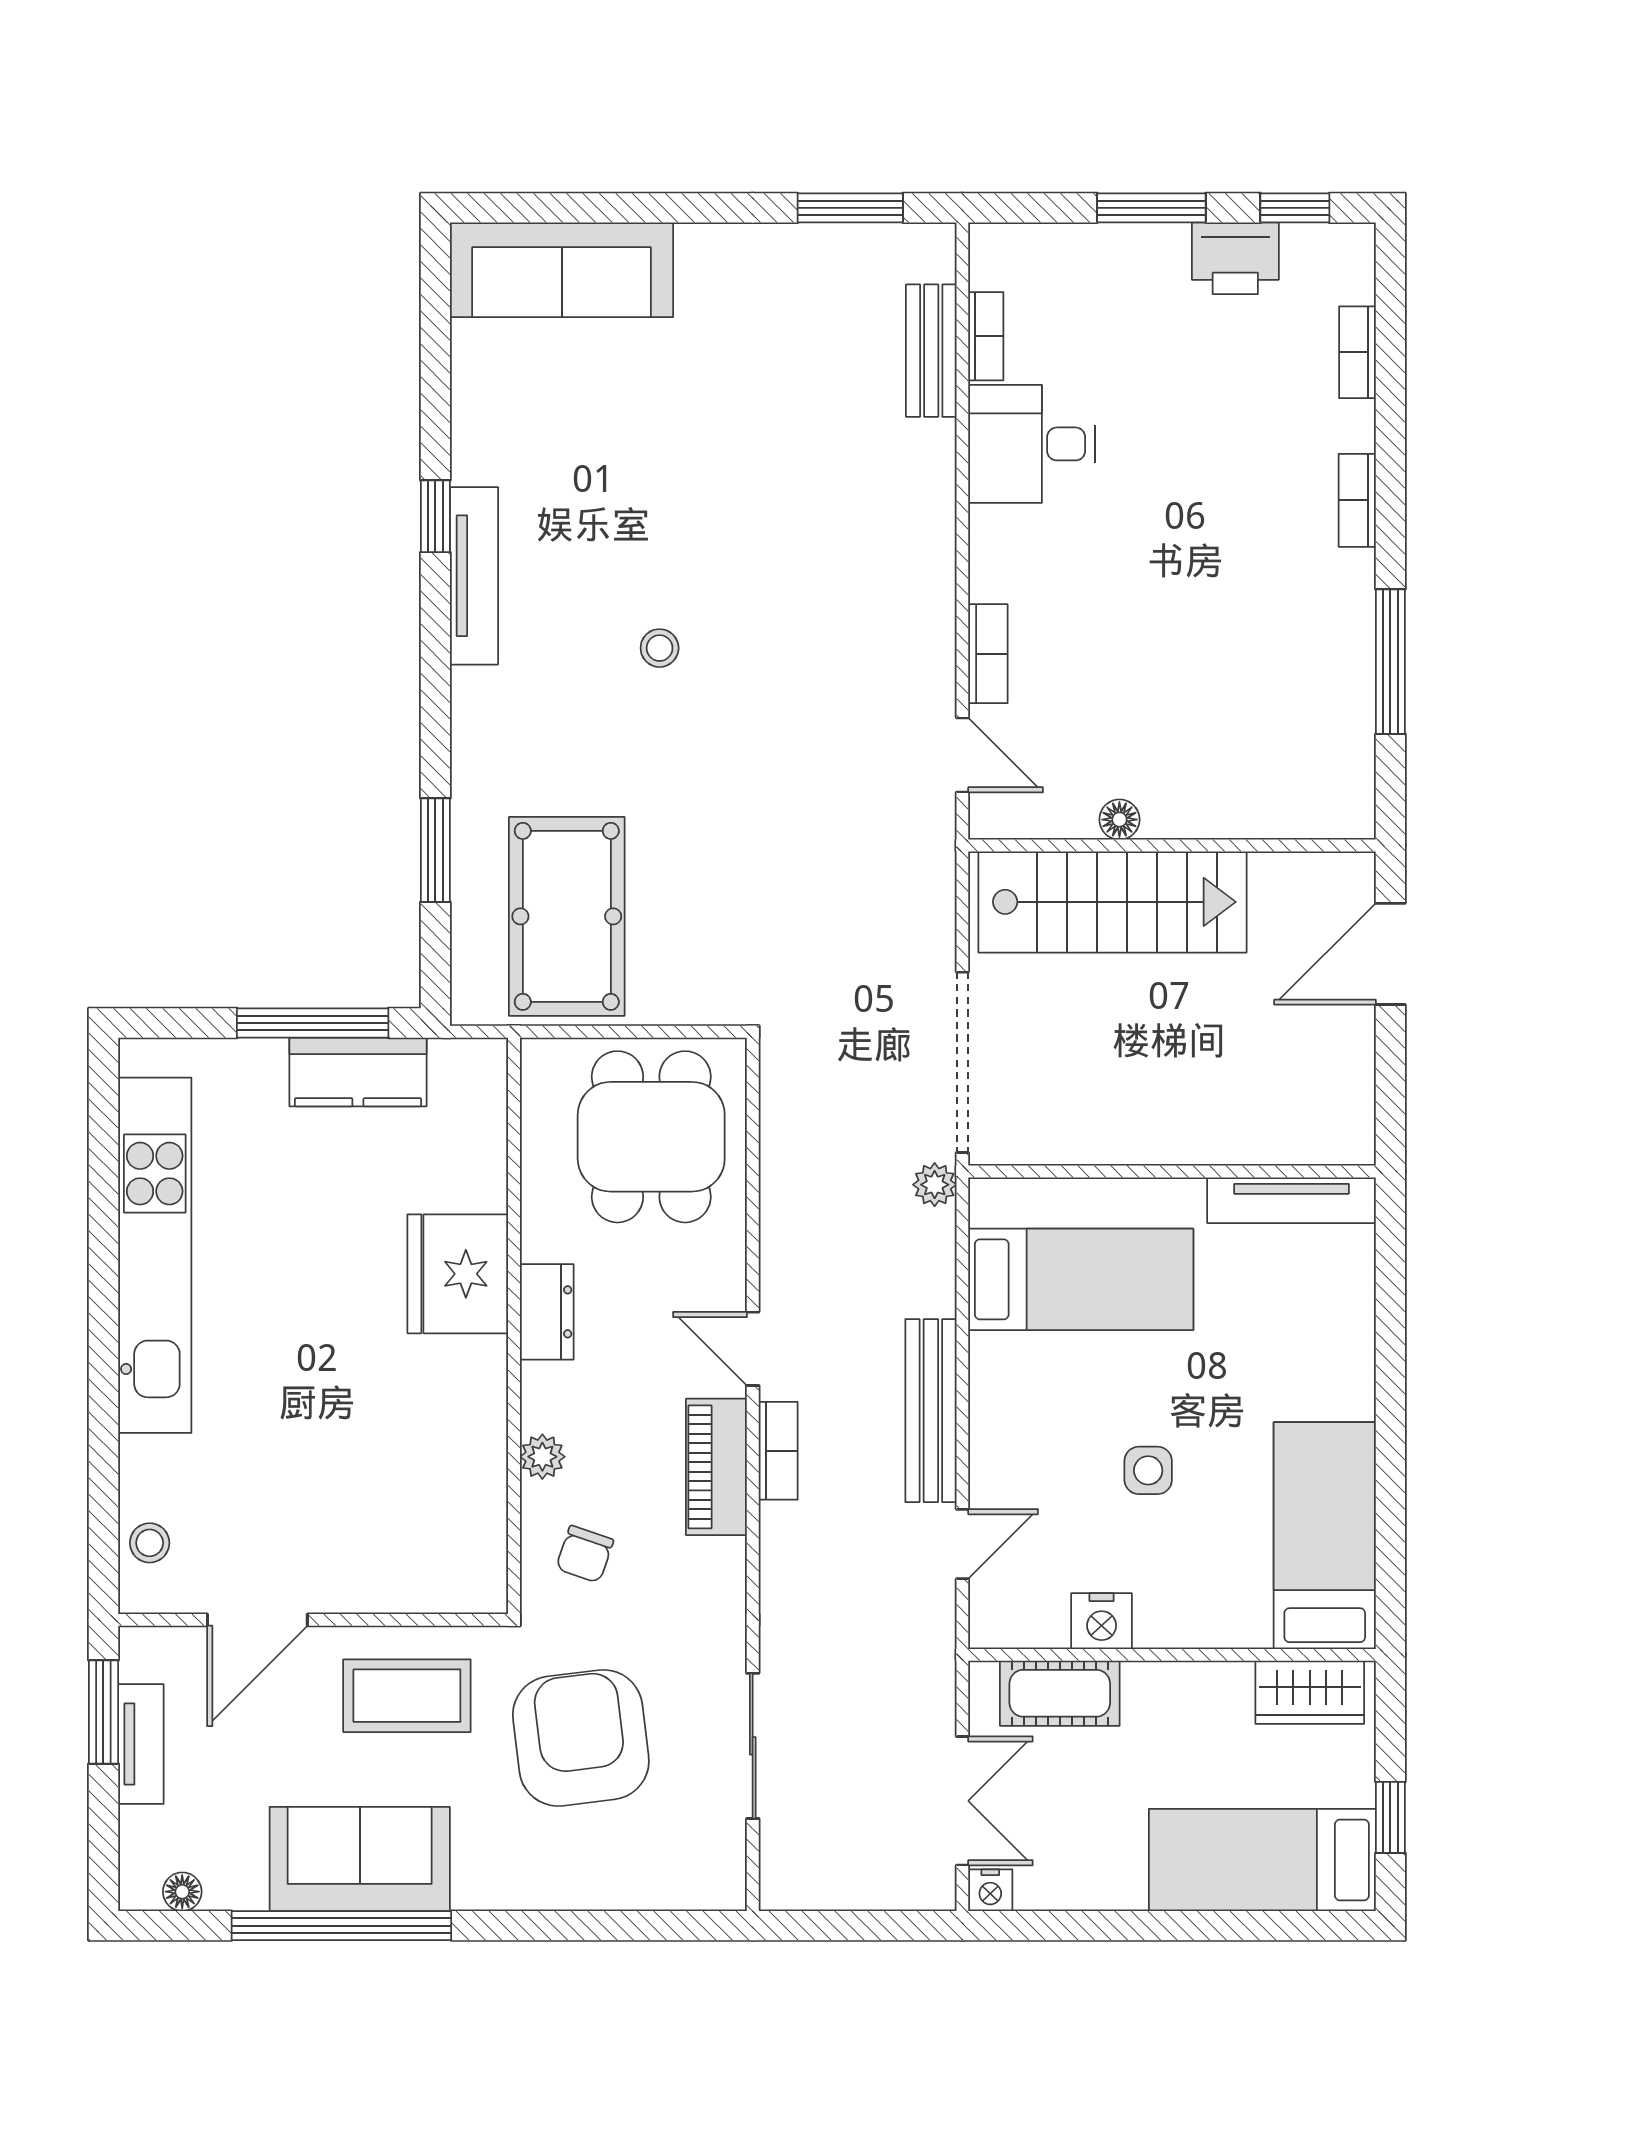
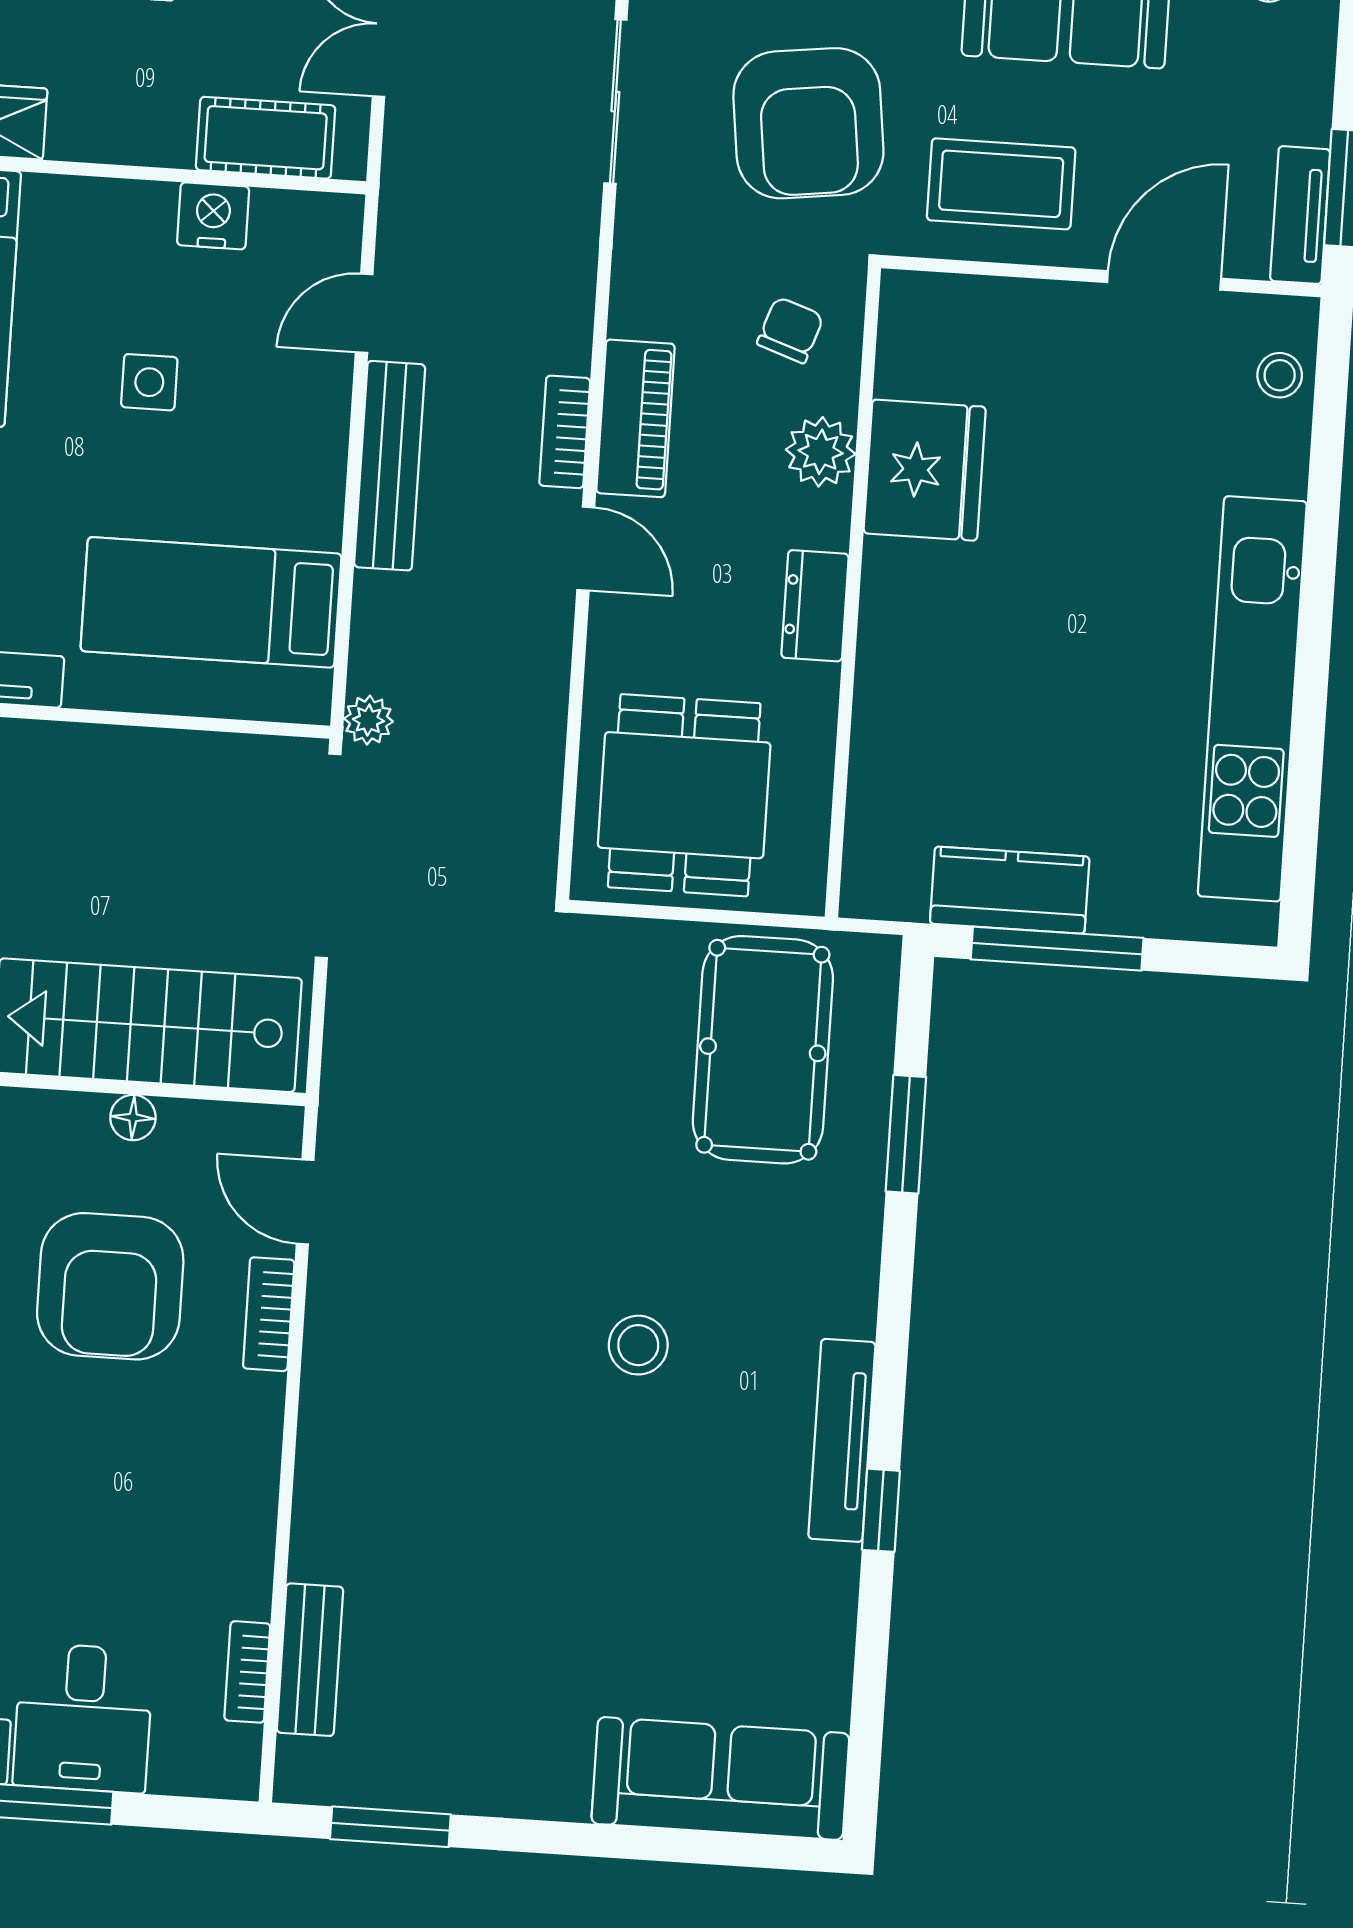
desk: (1032, 444) -> (83, 1718), moved, turned 90
stool: (660, 648) -> (638, 1345), width x1.37, depth x1.37
armchair: (1130, 669) -> (110, 1286), added
fridge: (458, 1274) -> (925, 470), moved
plant: (542, 1457) -> (821, 452), width x1.38, depth x1.38
tv unit: (141, 1744) -> (1300, 215), moved

